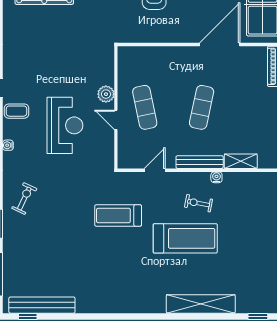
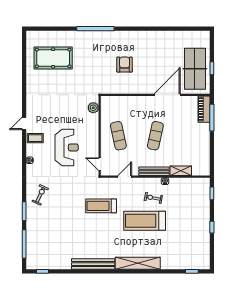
plant: (106, 94) -> (93, 108), moved
door: (116, 120) -> (100, 164), moved
treadmill: (185, 238) -> (145, 221), turned 180
shelving: (201, 304) -> (138, 263), moved
bench: (42, 305) -> (93, 264), moved

